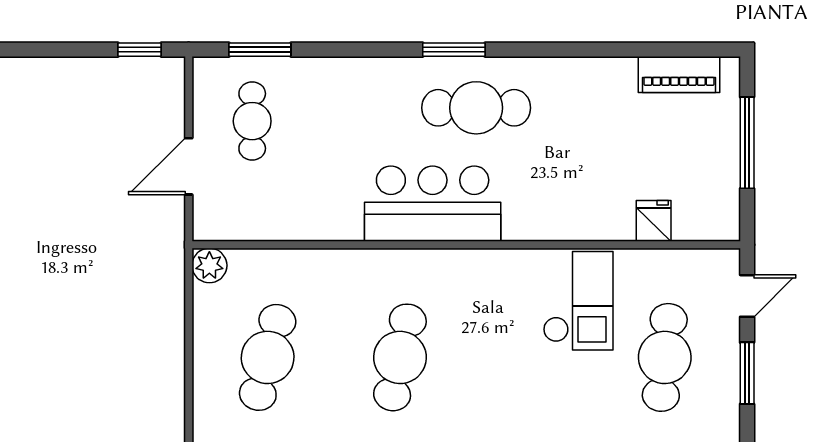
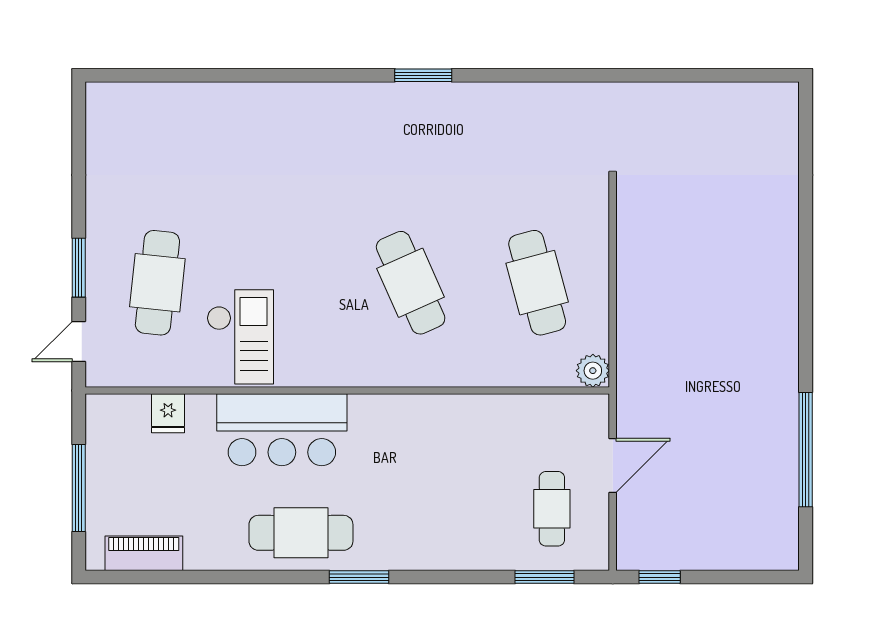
cafe table: (476, 108) -> (301, 533), moved
bar counter: (433, 204) -> (282, 430), moved
checkout: (578, 301) -> (240, 337), turned 180
cafe table: (268, 357) -> (537, 283), turned -30
cafe table: (400, 357) -> (411, 283), turned -36

